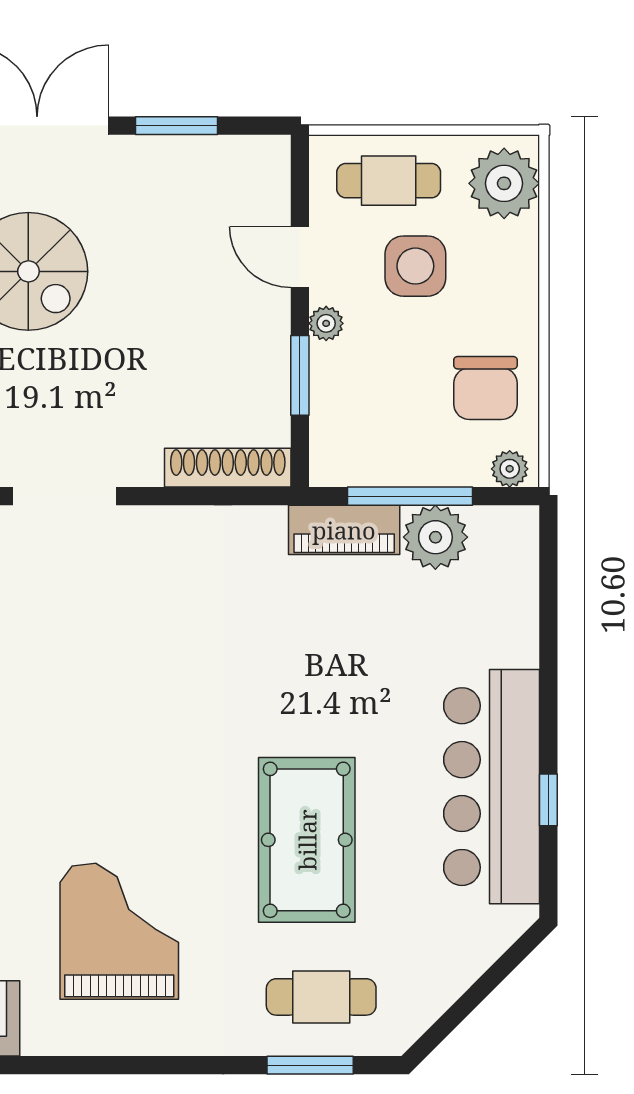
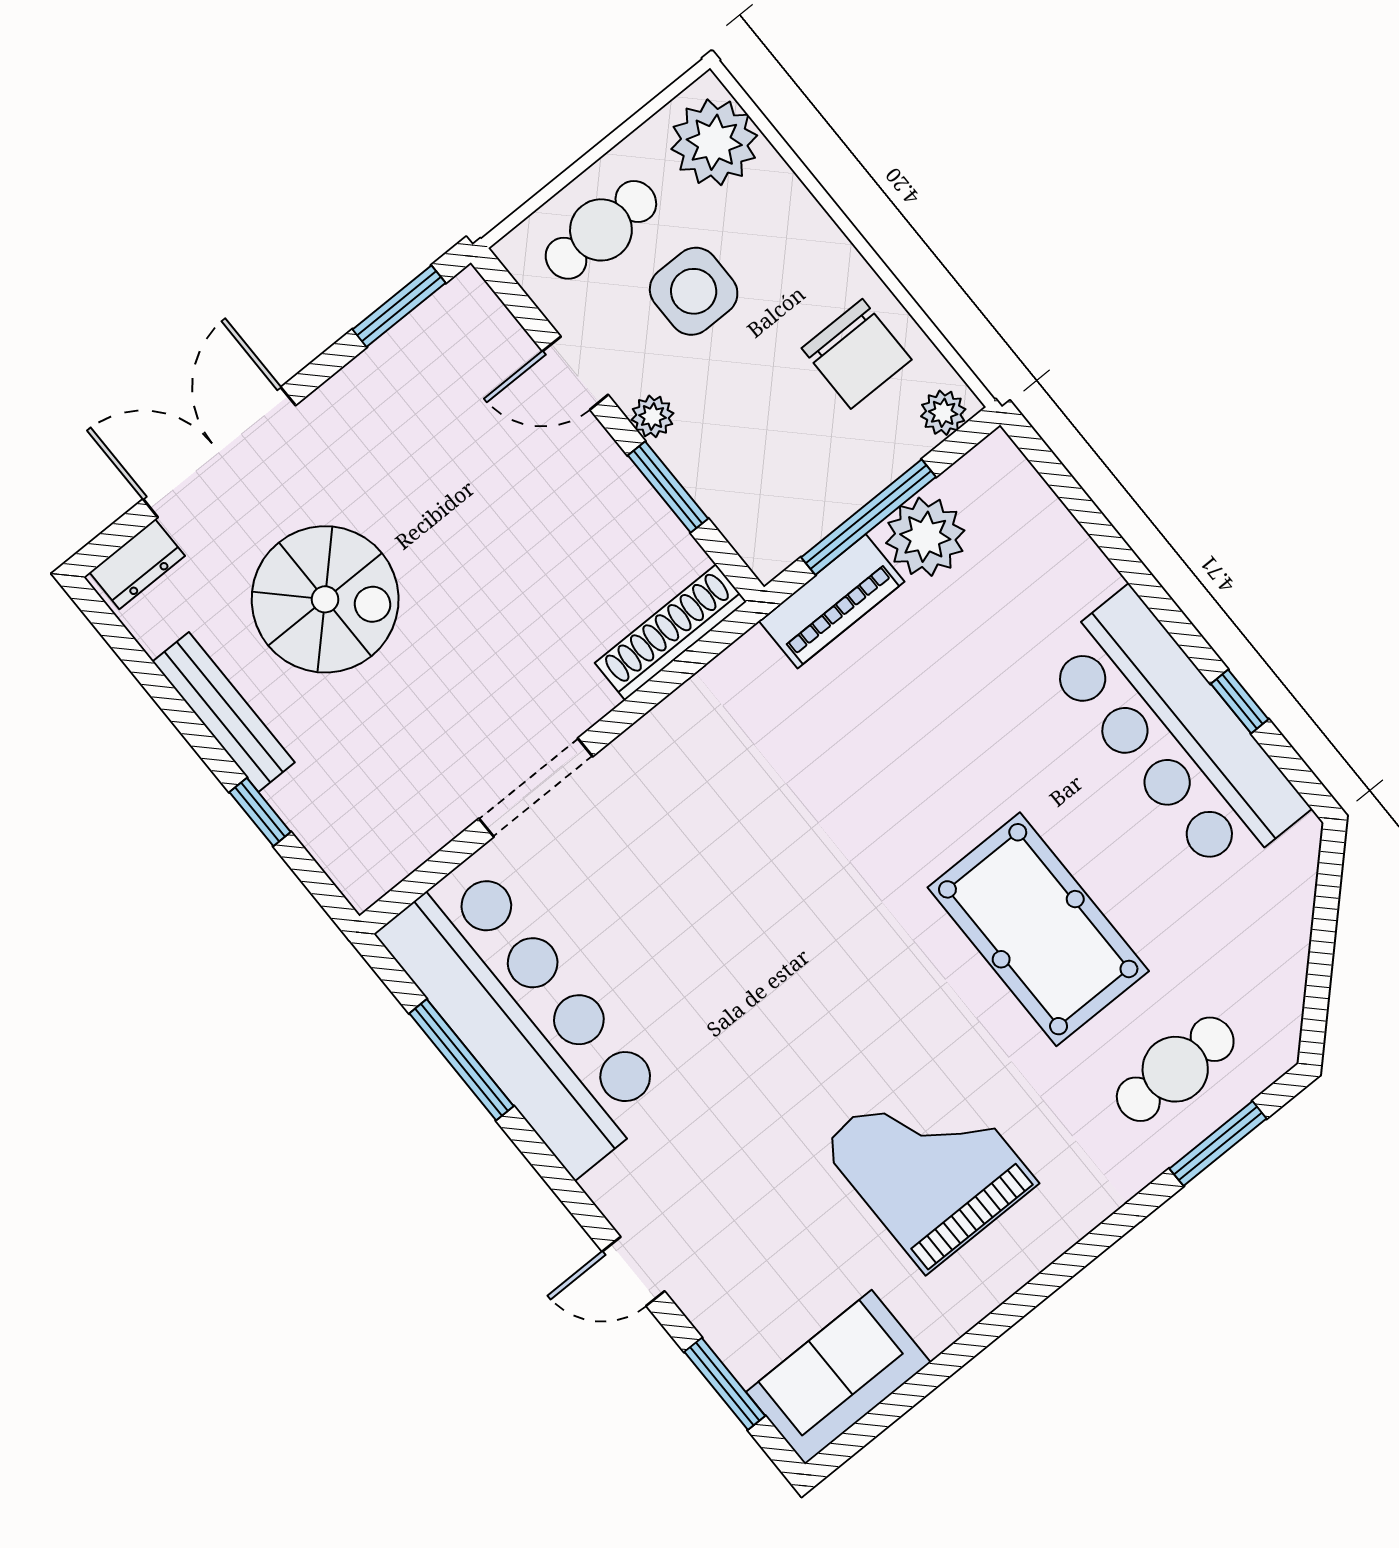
window: (176, 126) -> (399, 306), moved

